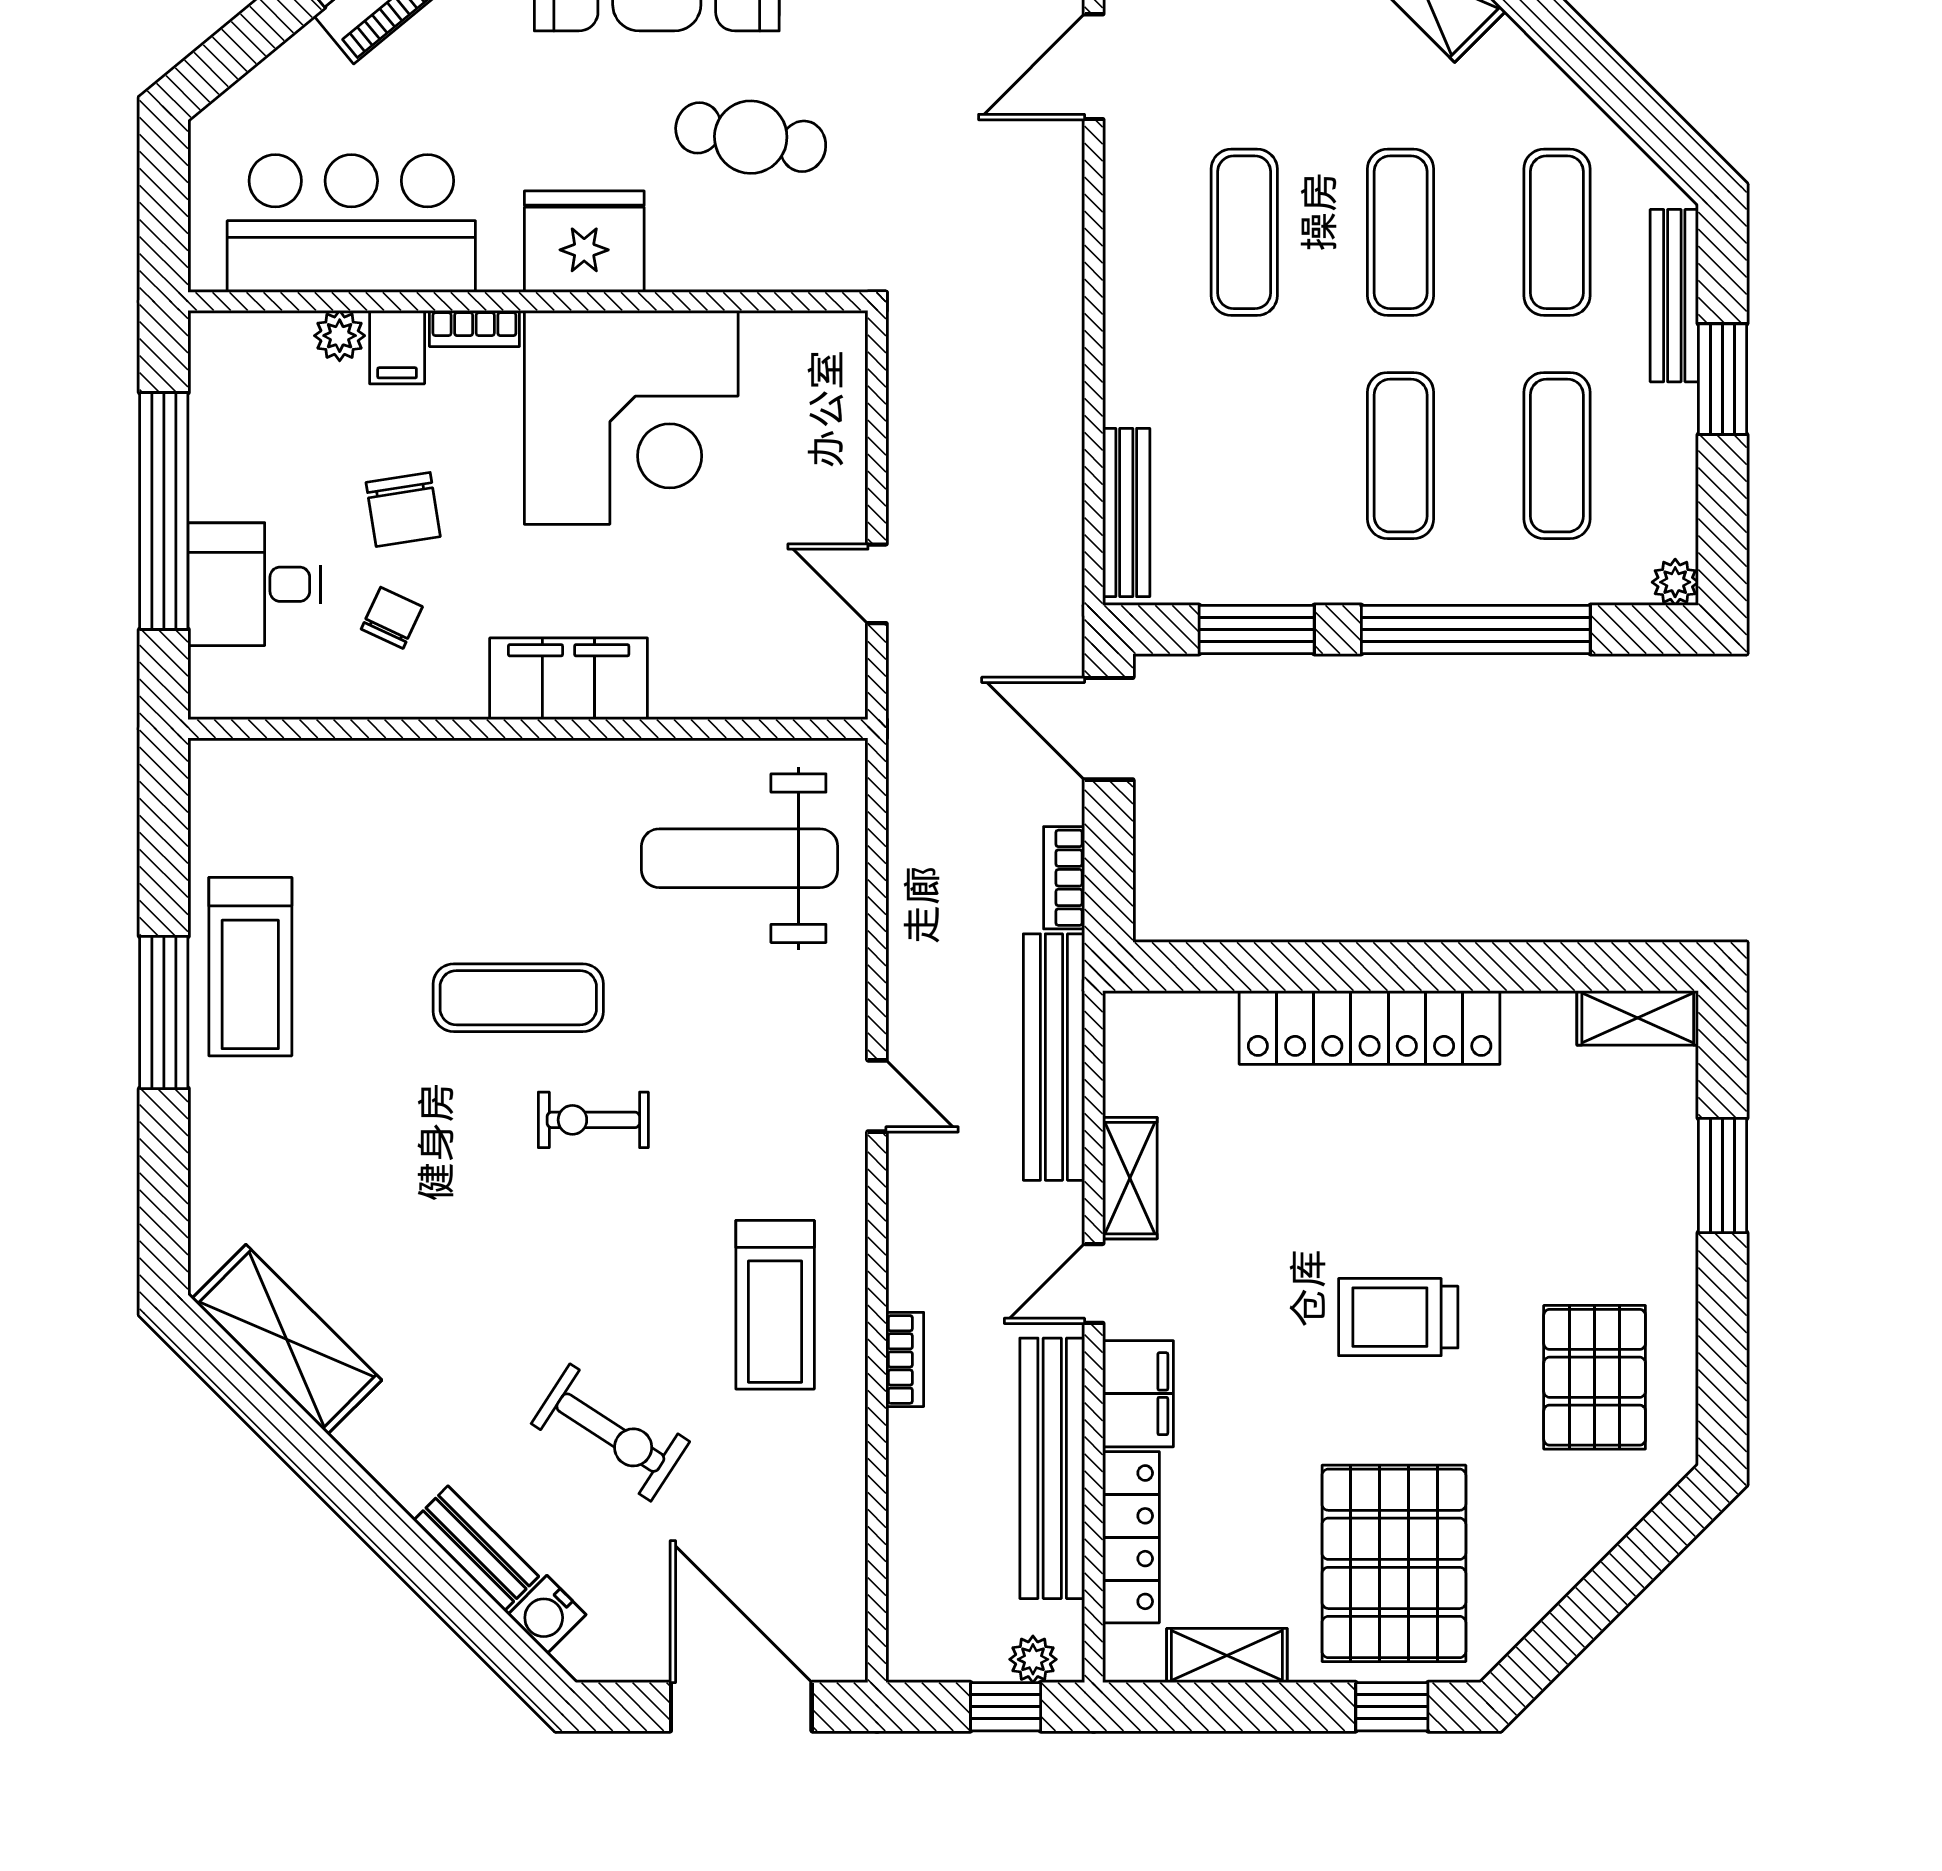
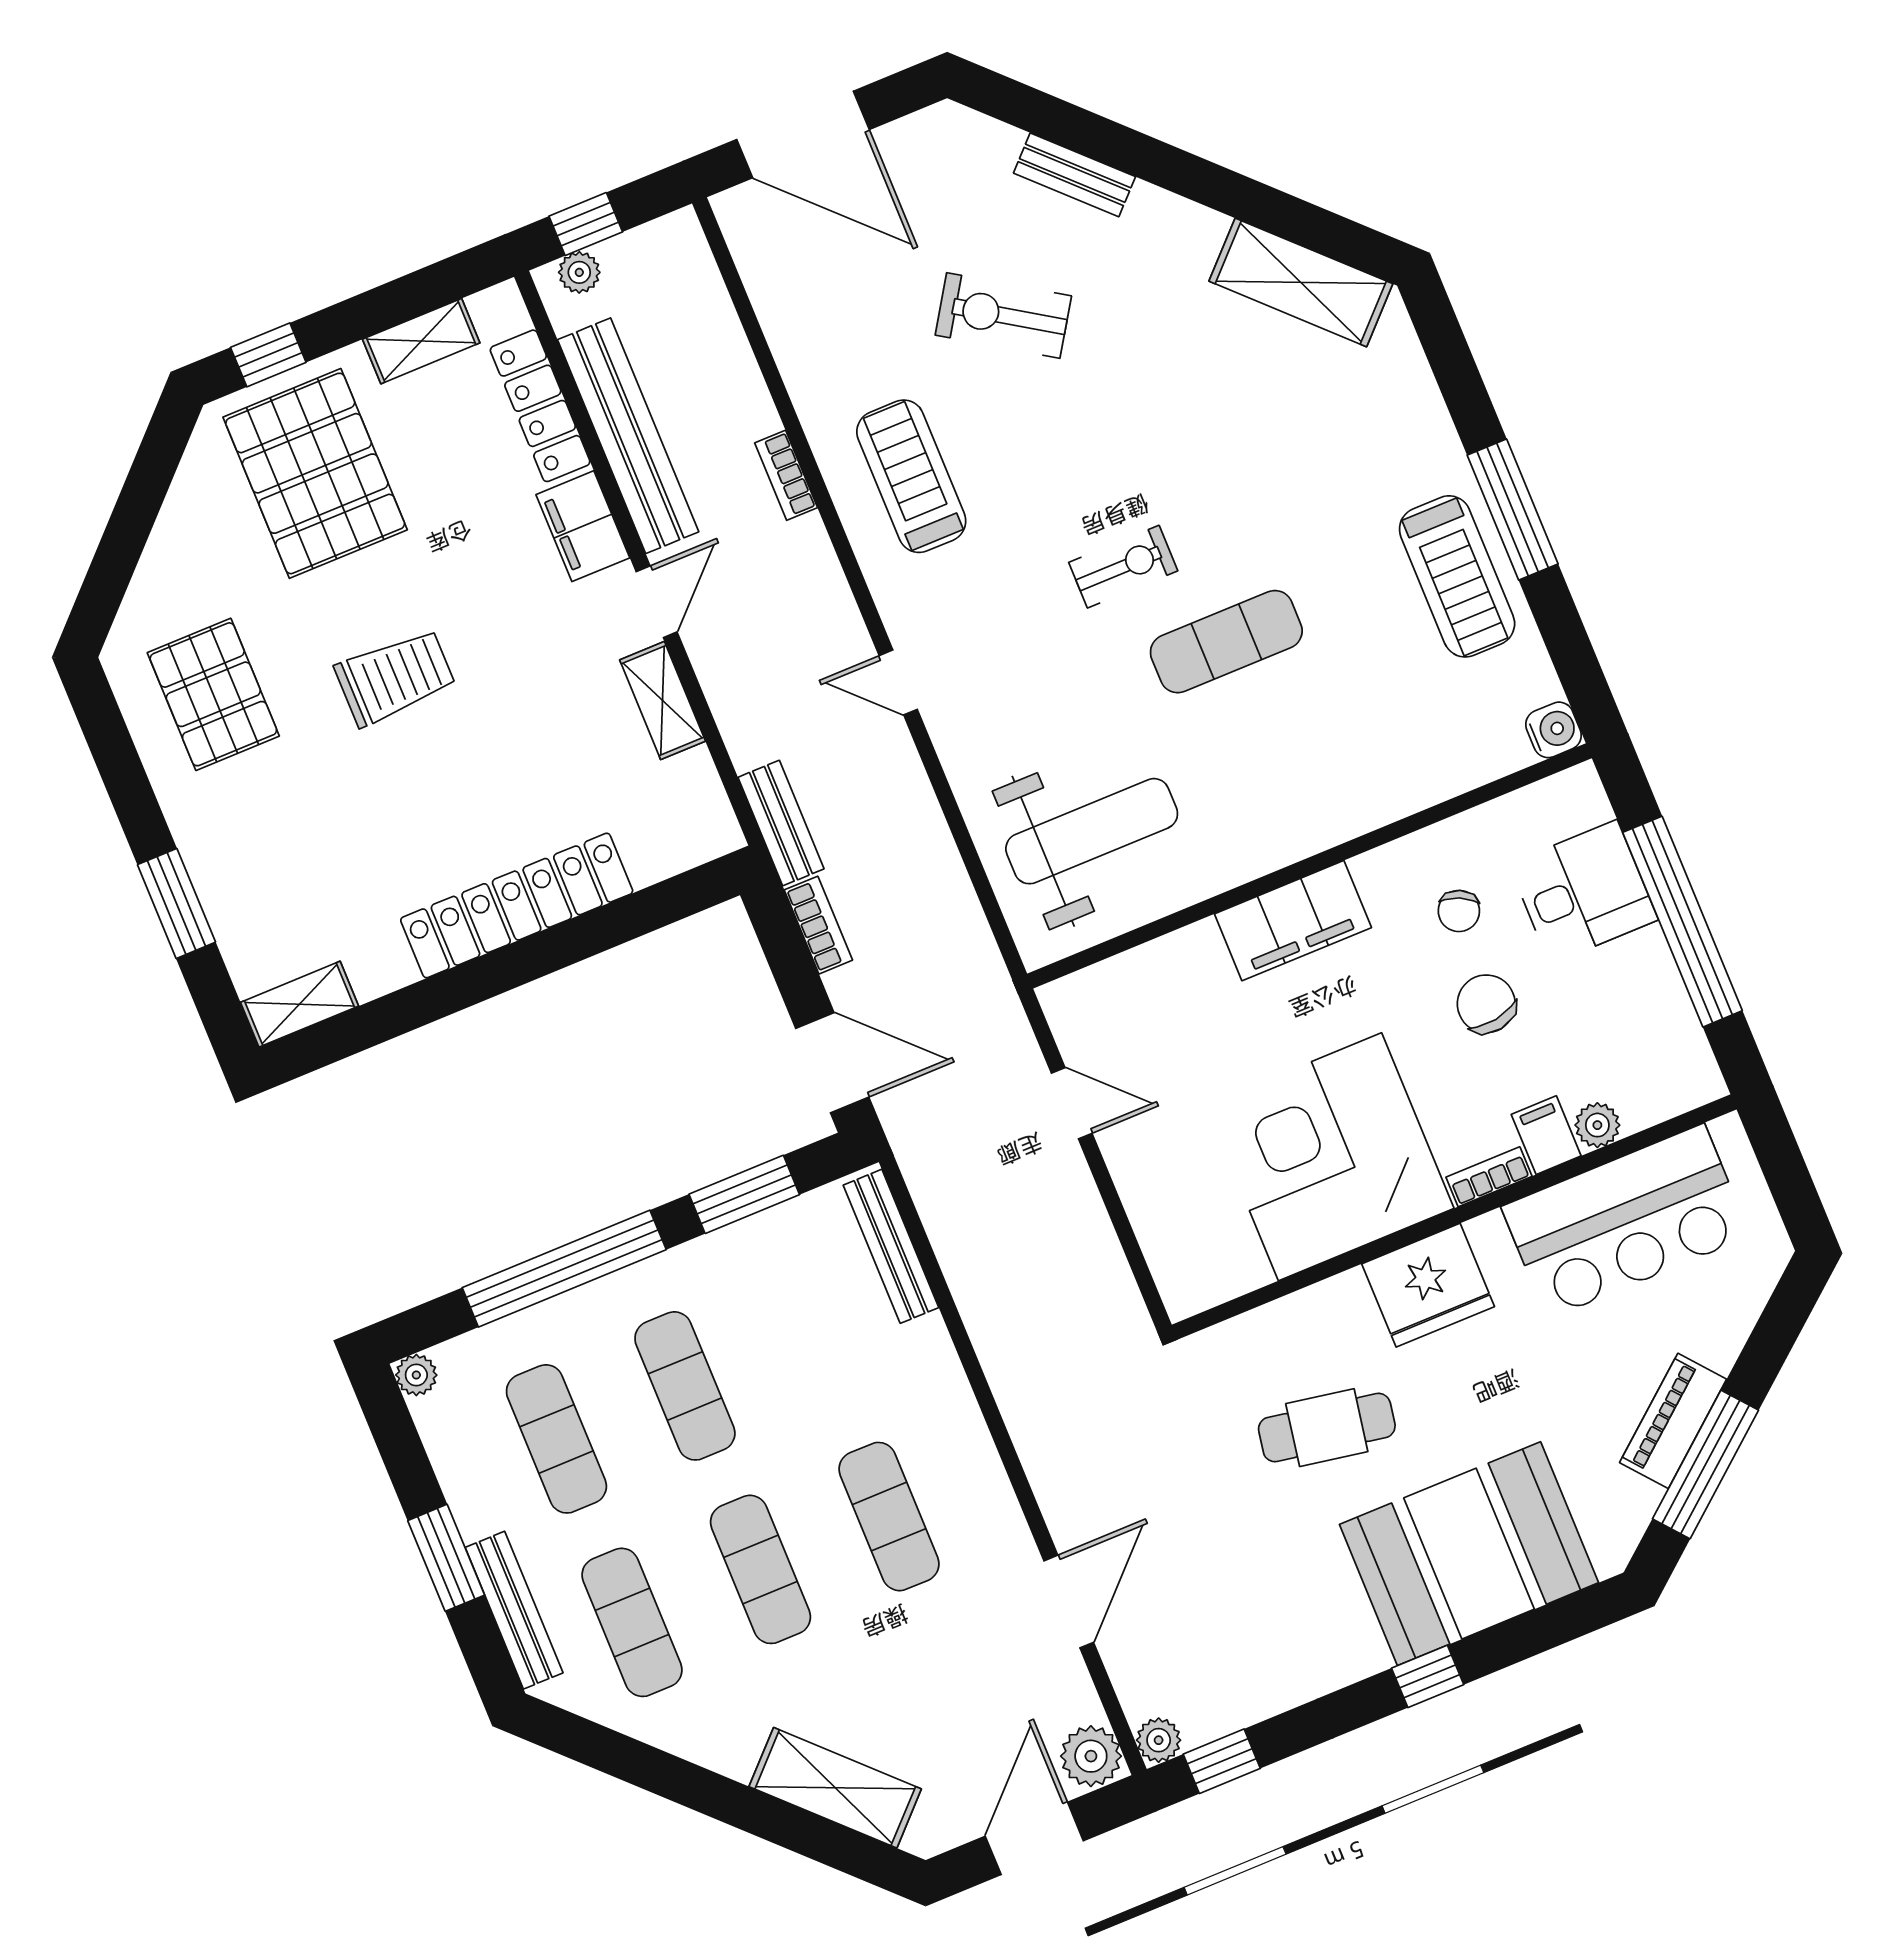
treadmill: (250, 967) -> (1457, 576), turned 180
bench: (1054, 1057) -> (781, 823), width x0.54, depth x0.82
water cooler: (547, 1615) -> (1554, 730), moved, turned 45

